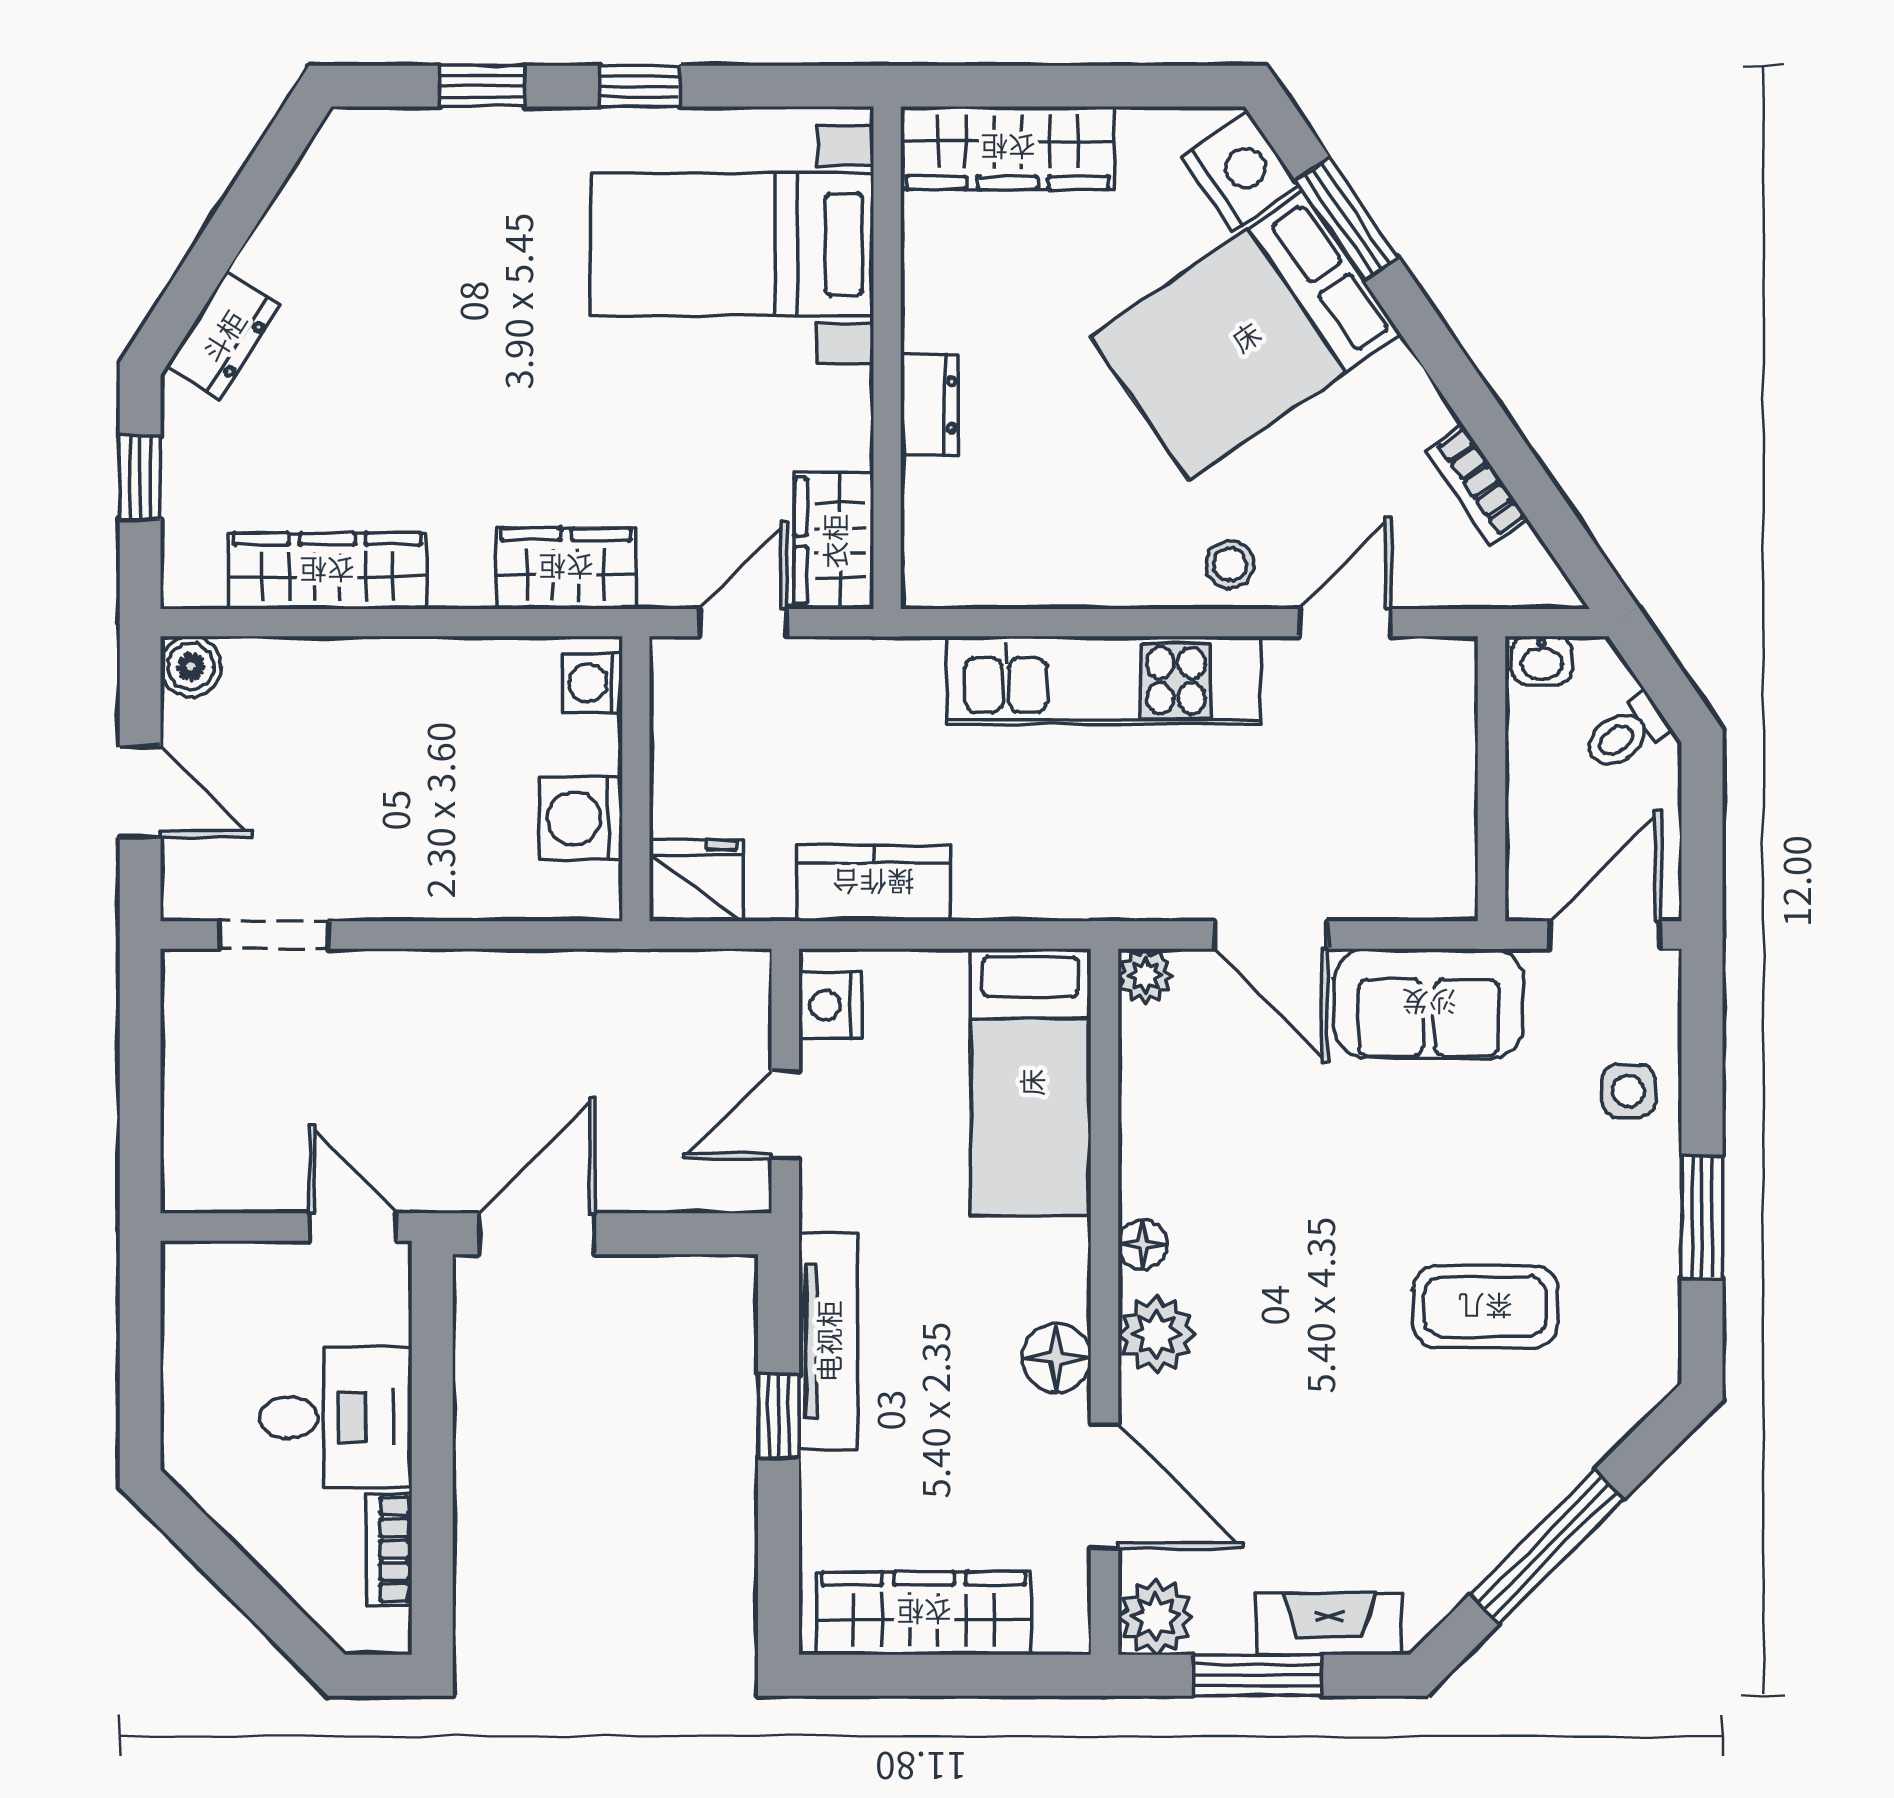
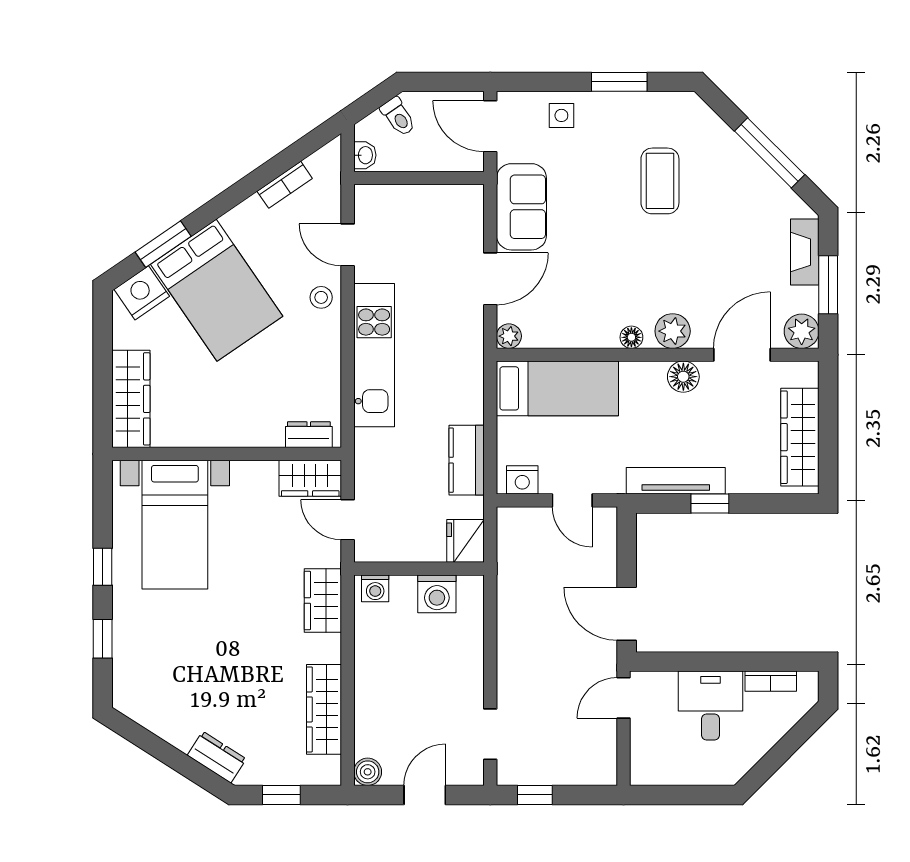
dresser: (929, 405) -> (309, 435), moved
window: (140, 1033) -> (535, 795), added

